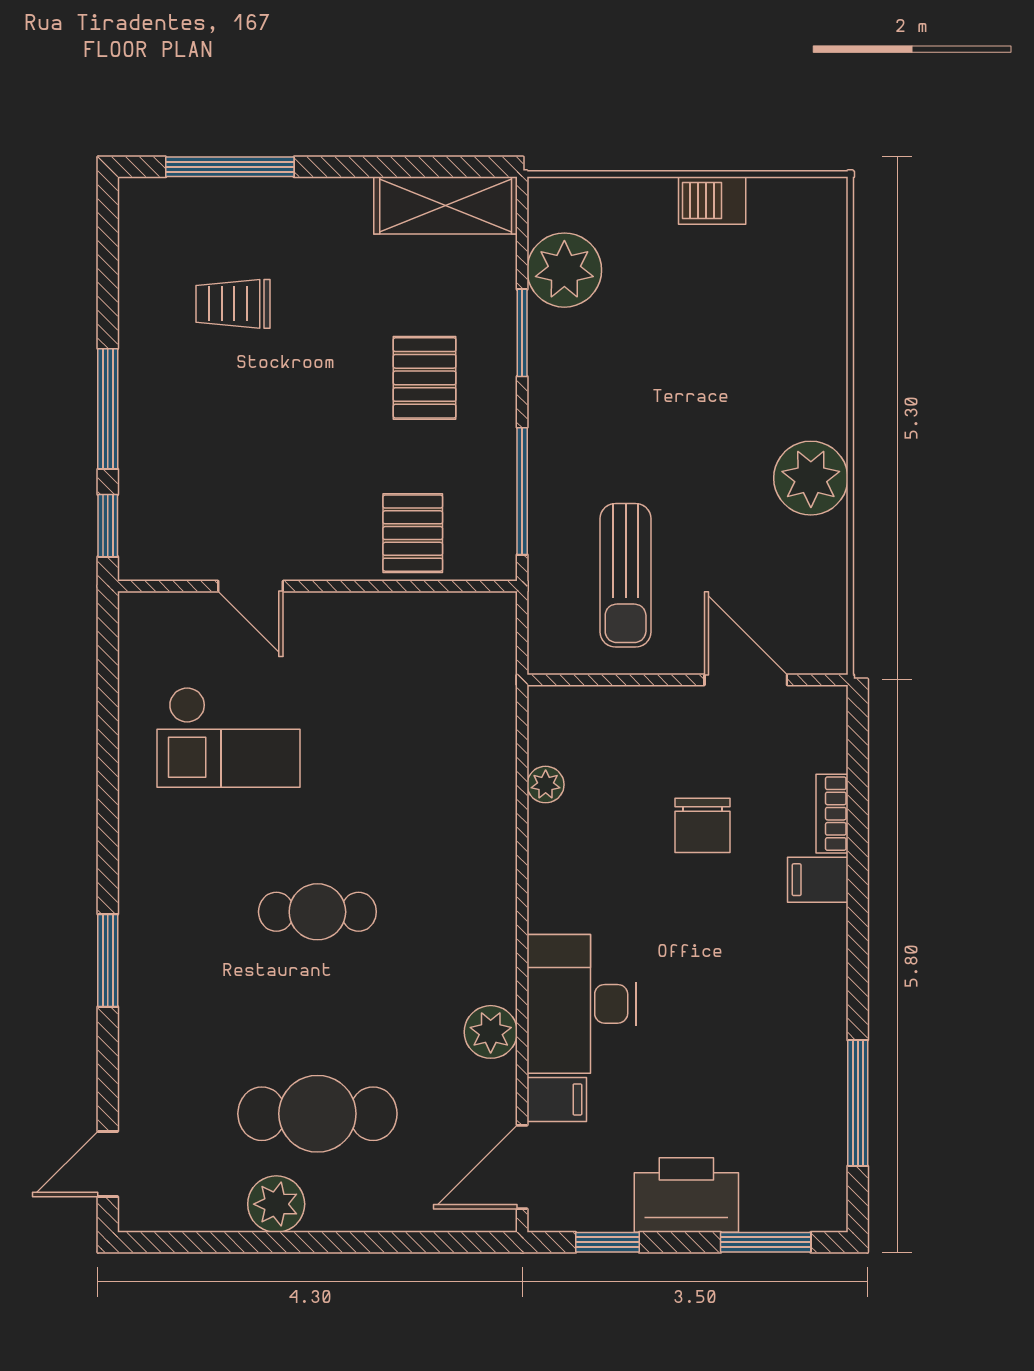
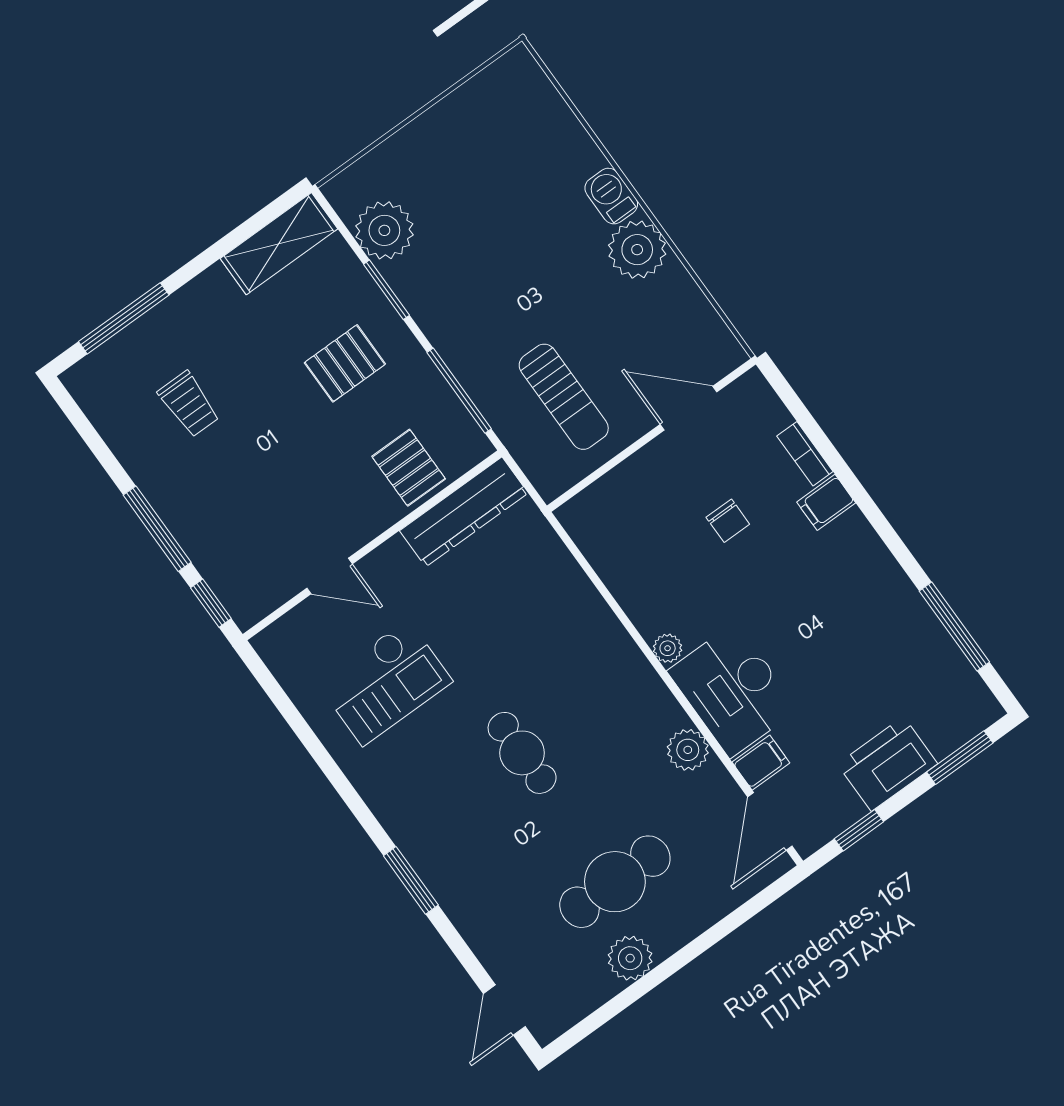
barbecue: (712, 200) -> (611, 196), moved, turned 90
trolley: (233, 304) -> (189, 404), turned -90
pallet: (425, 378) -> (345, 363), turned 90
dresser: (437, 620) -> (464, 512), added
plant: (546, 785) -> (668, 648), moved
chair: (703, 825) -> (728, 521), width x0.73, depth x0.73
cafe table: (317, 912) -> (522, 753), turned 90

